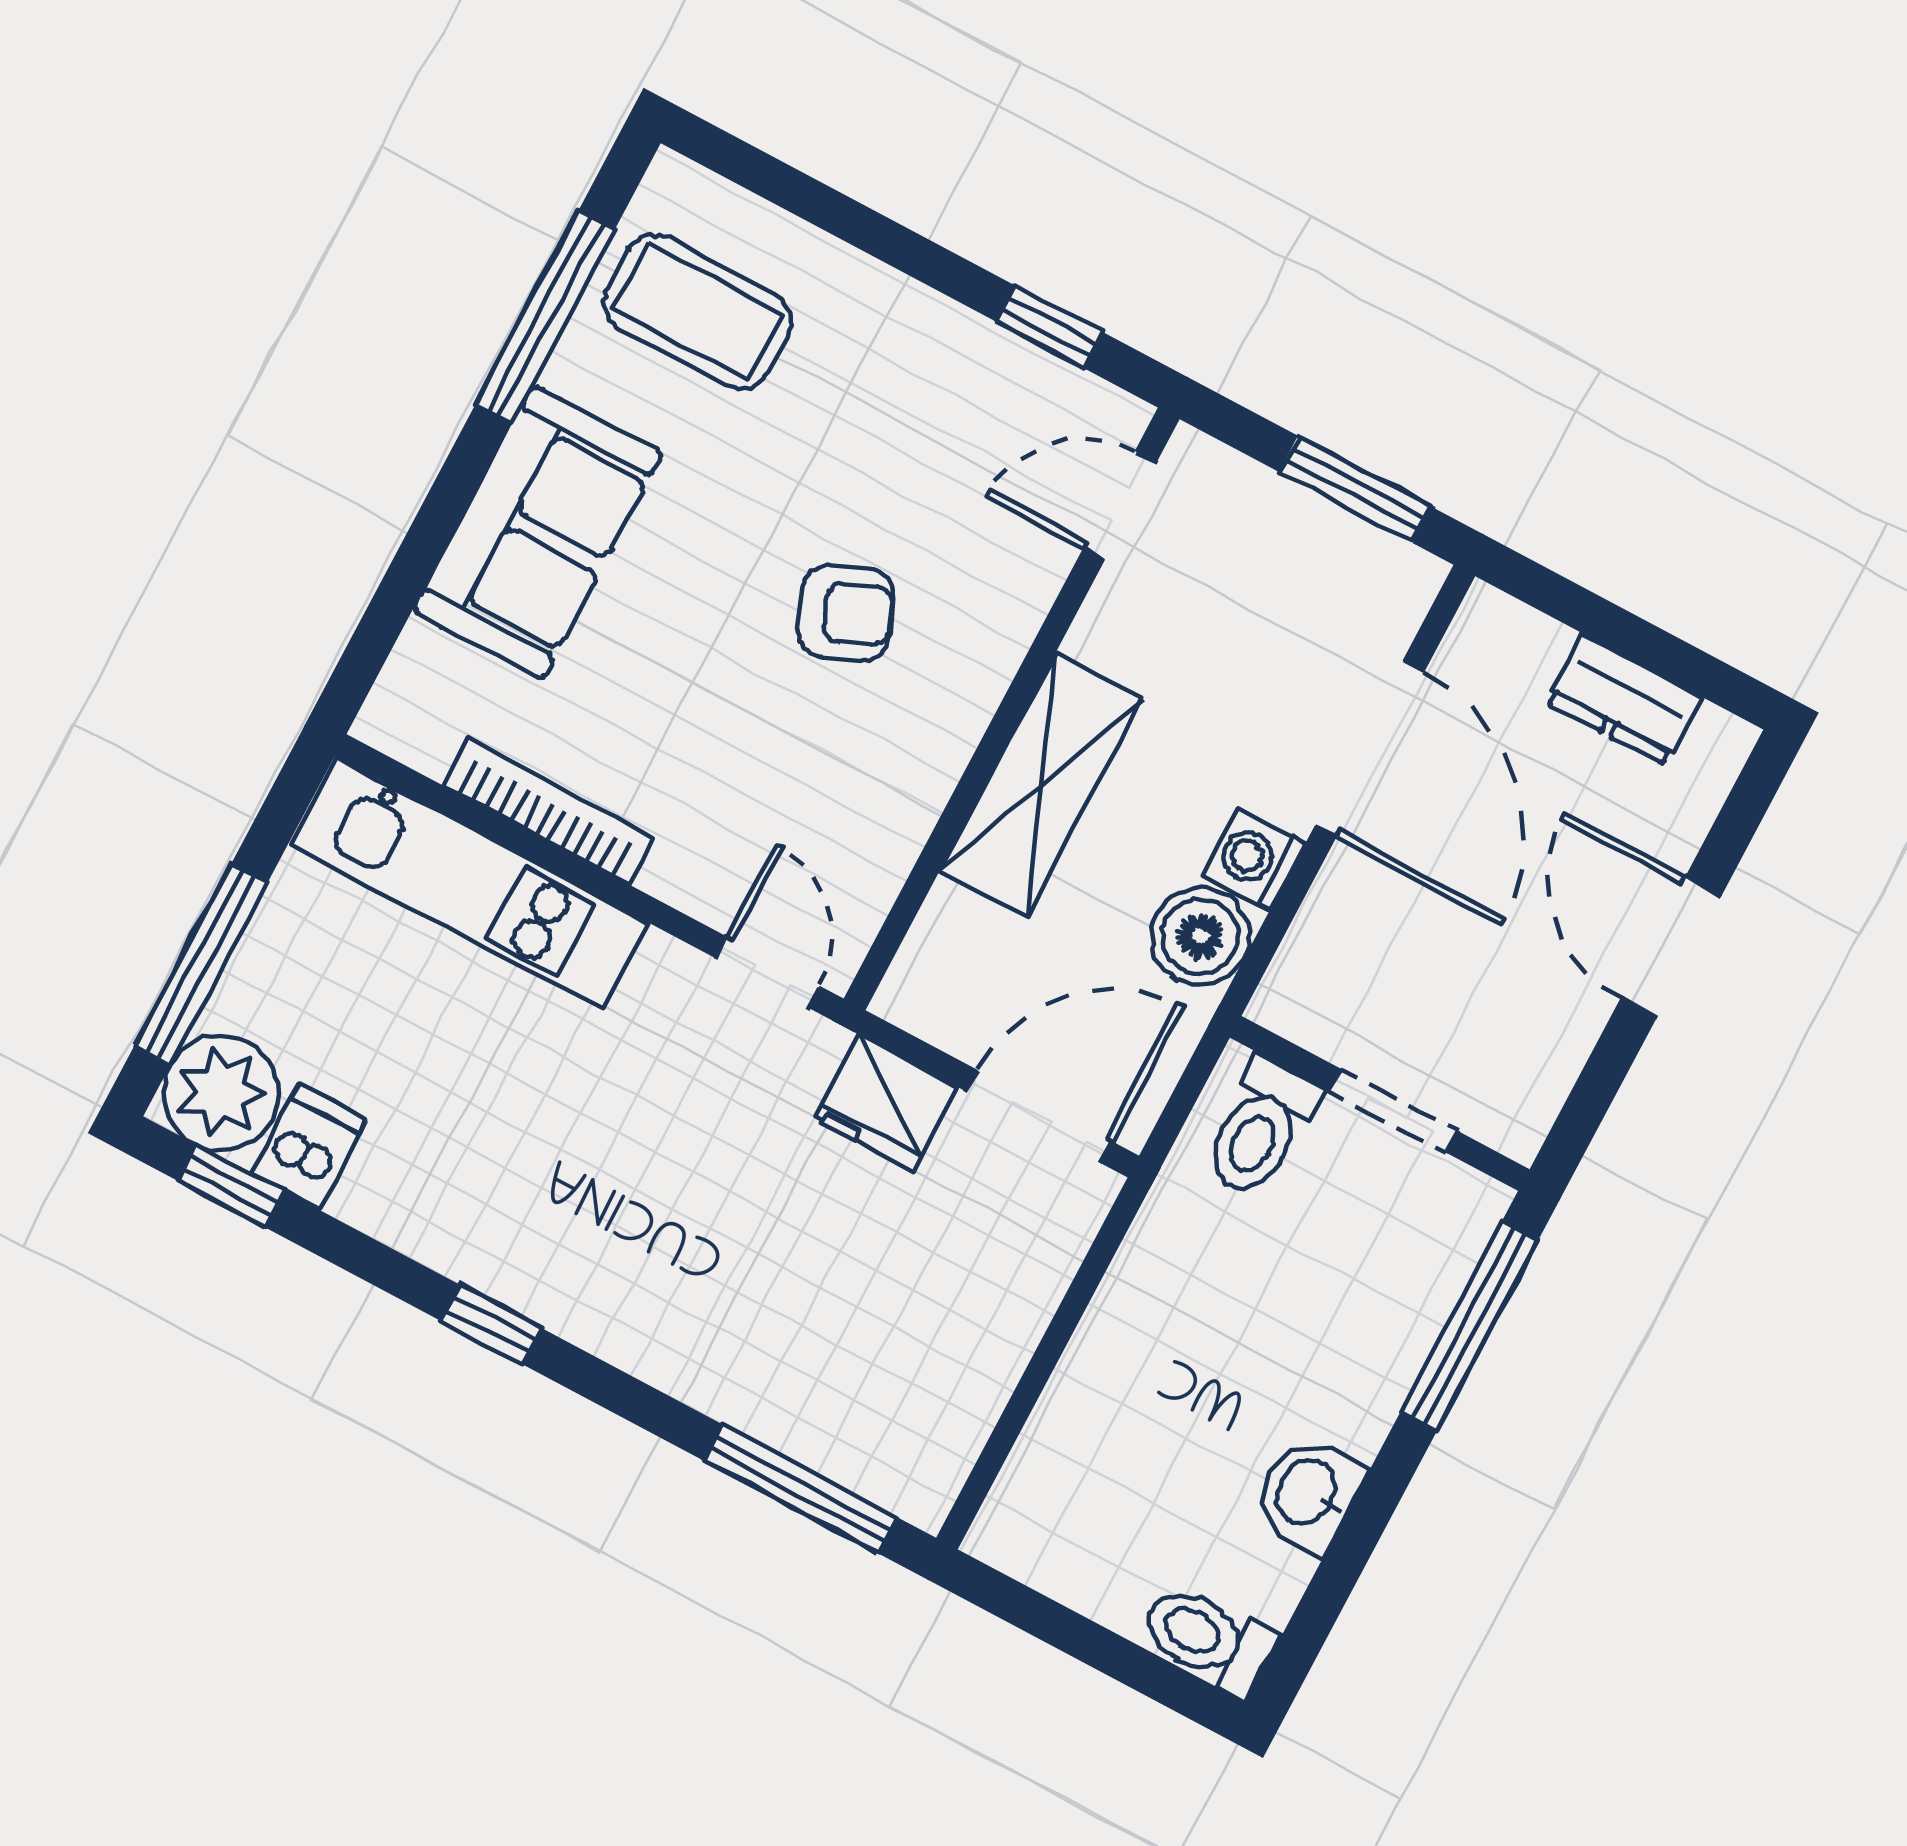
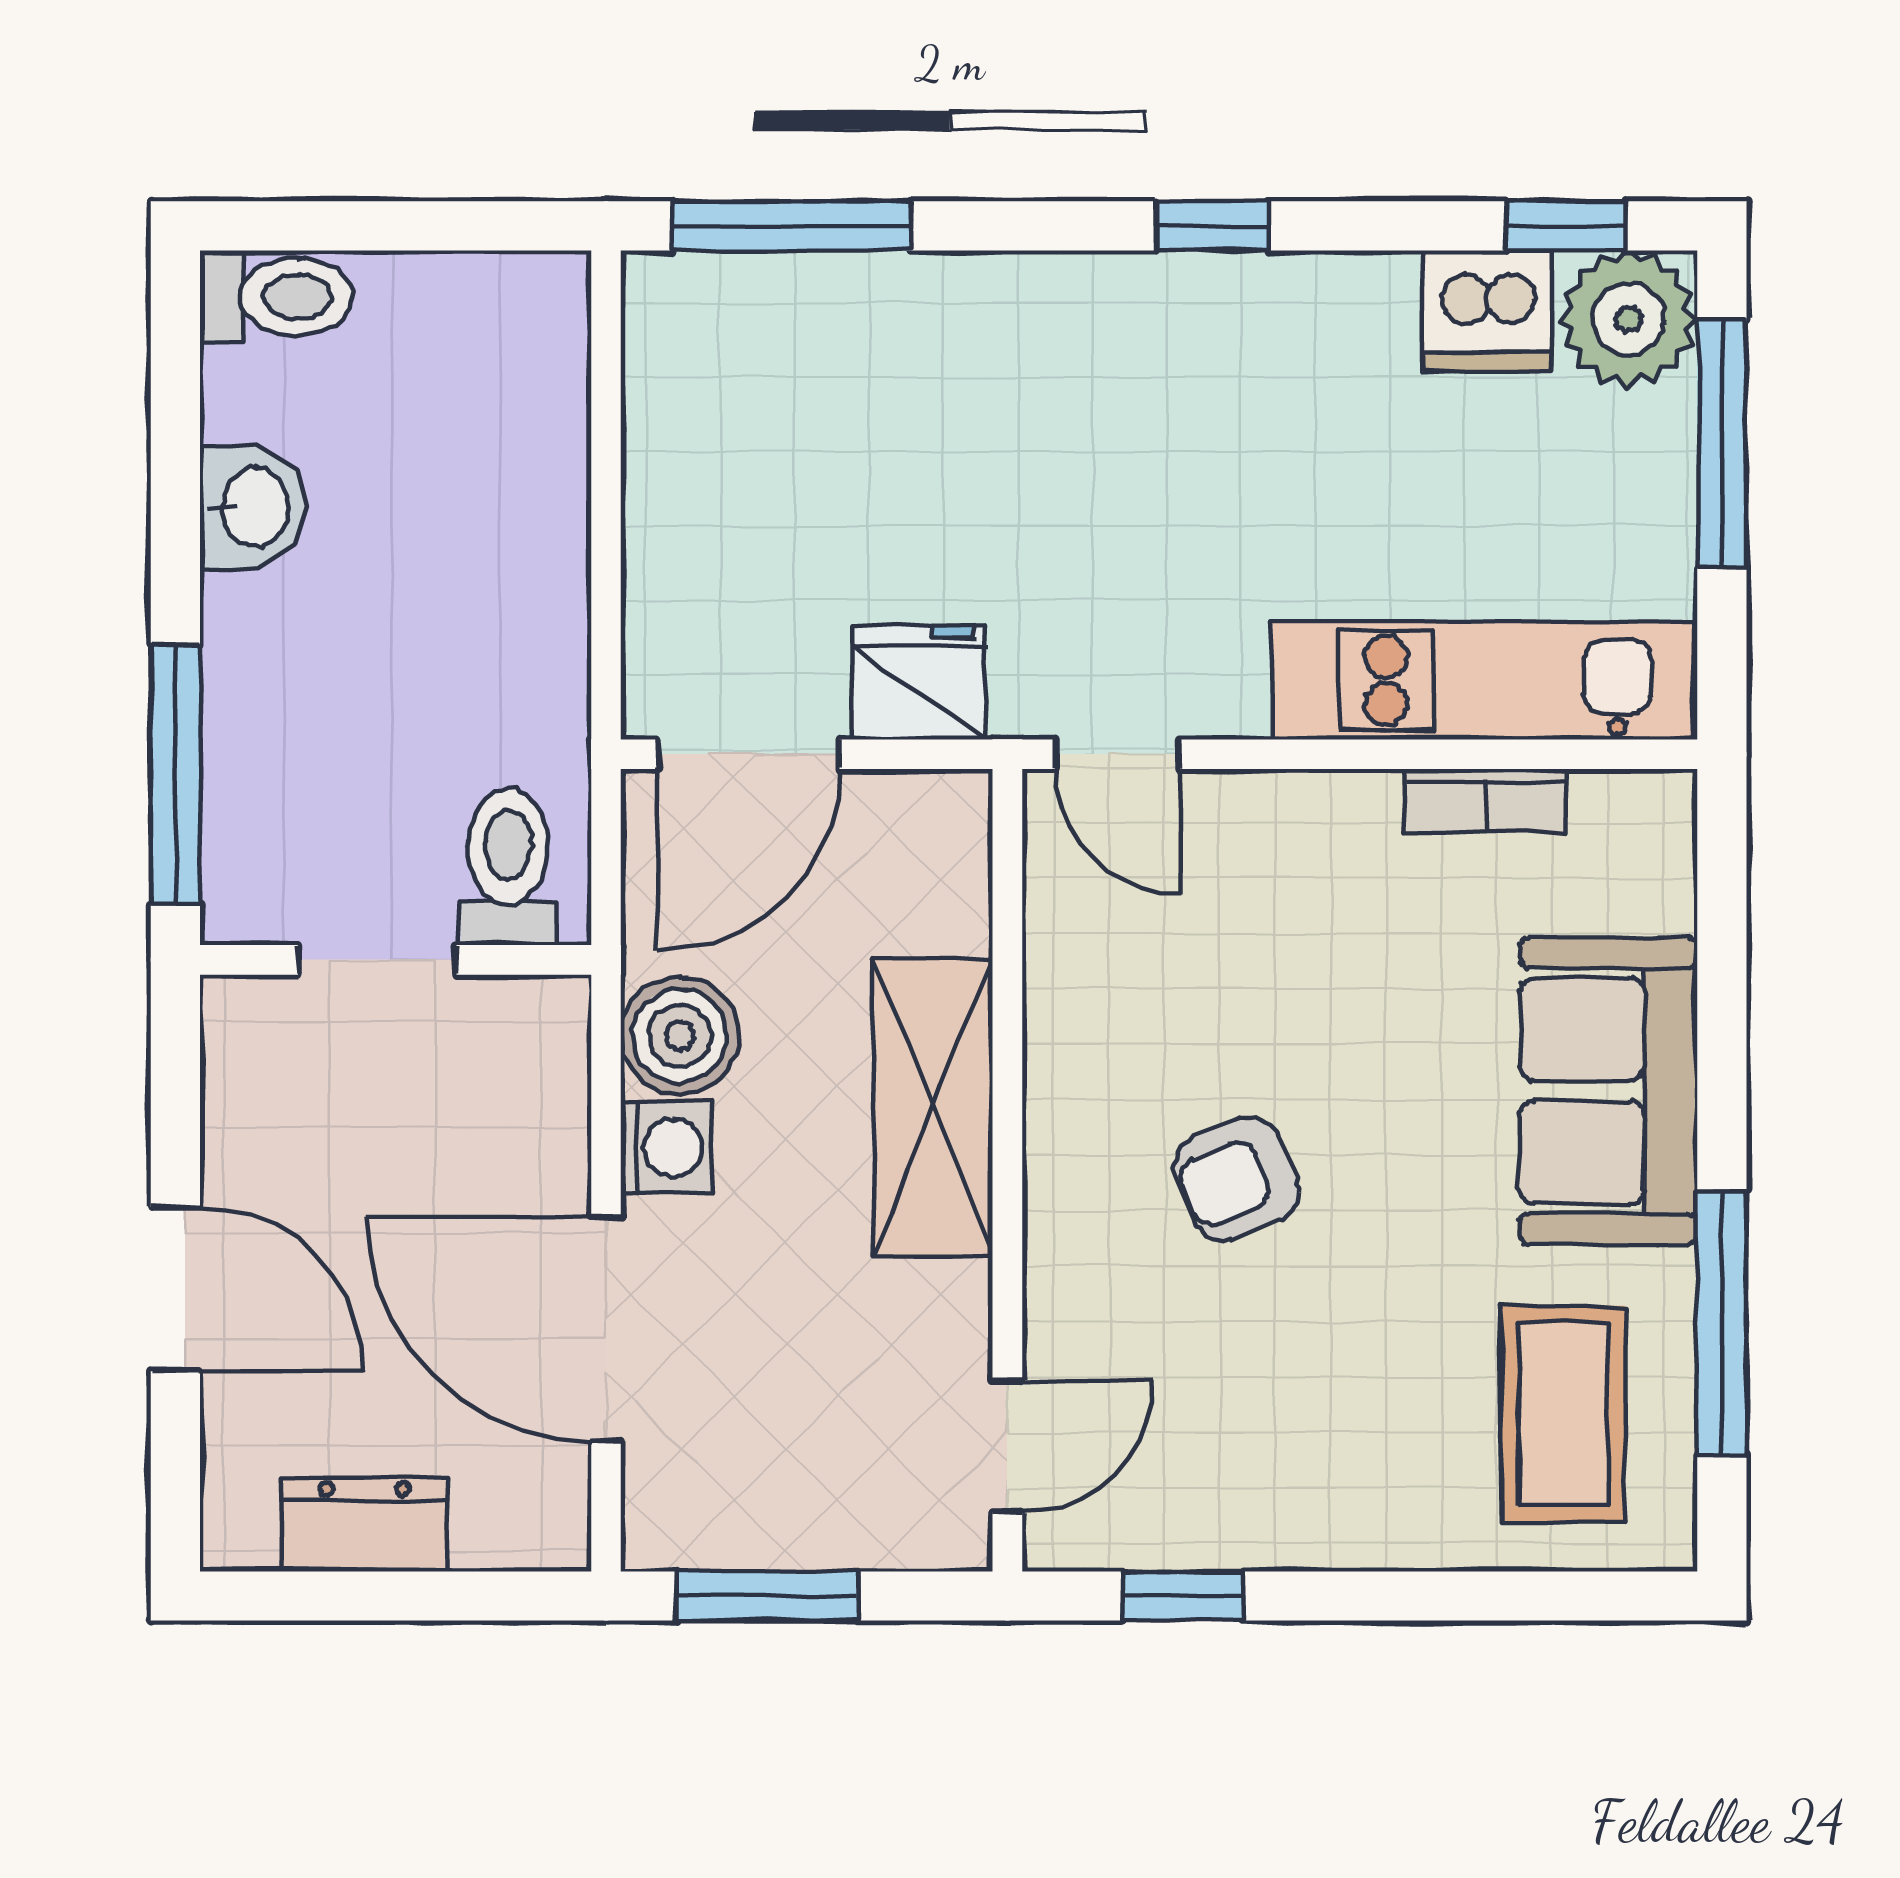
coffee table: (698, 312) -> (1563, 1414), turned 90
bookcase: (549, 811) -> (1485, 801), width x0.64
dishwasher: (309, 1147) -> (1487, 311), width x1.38

